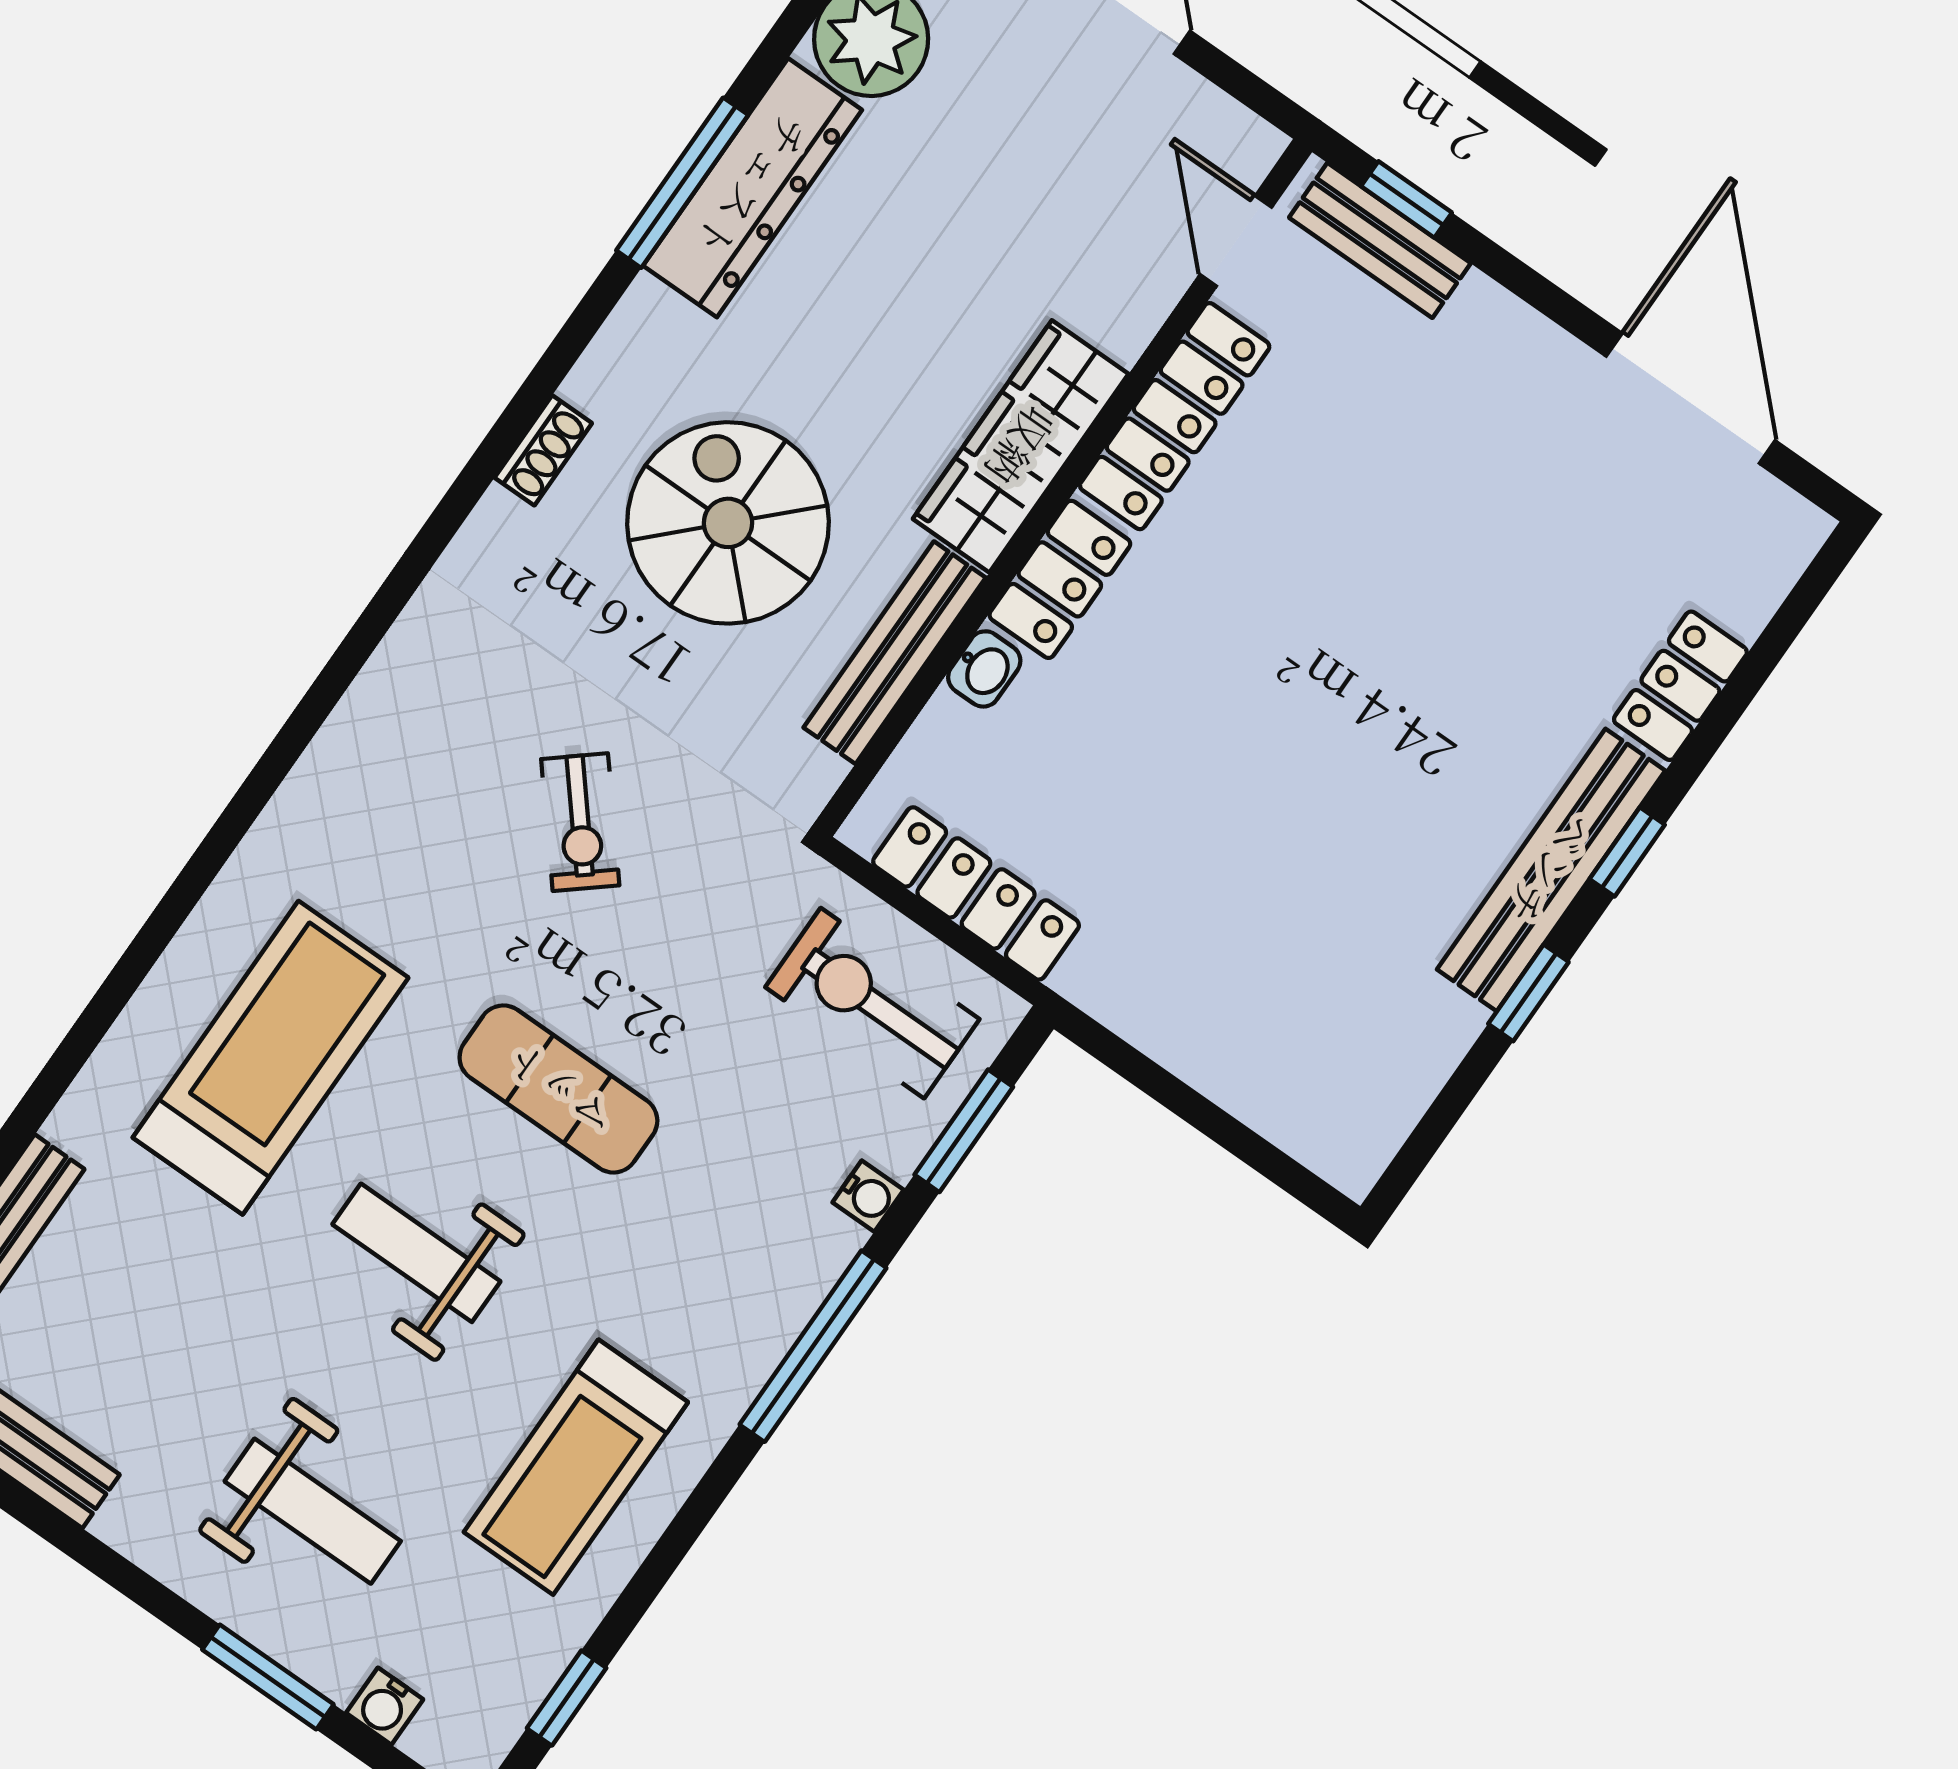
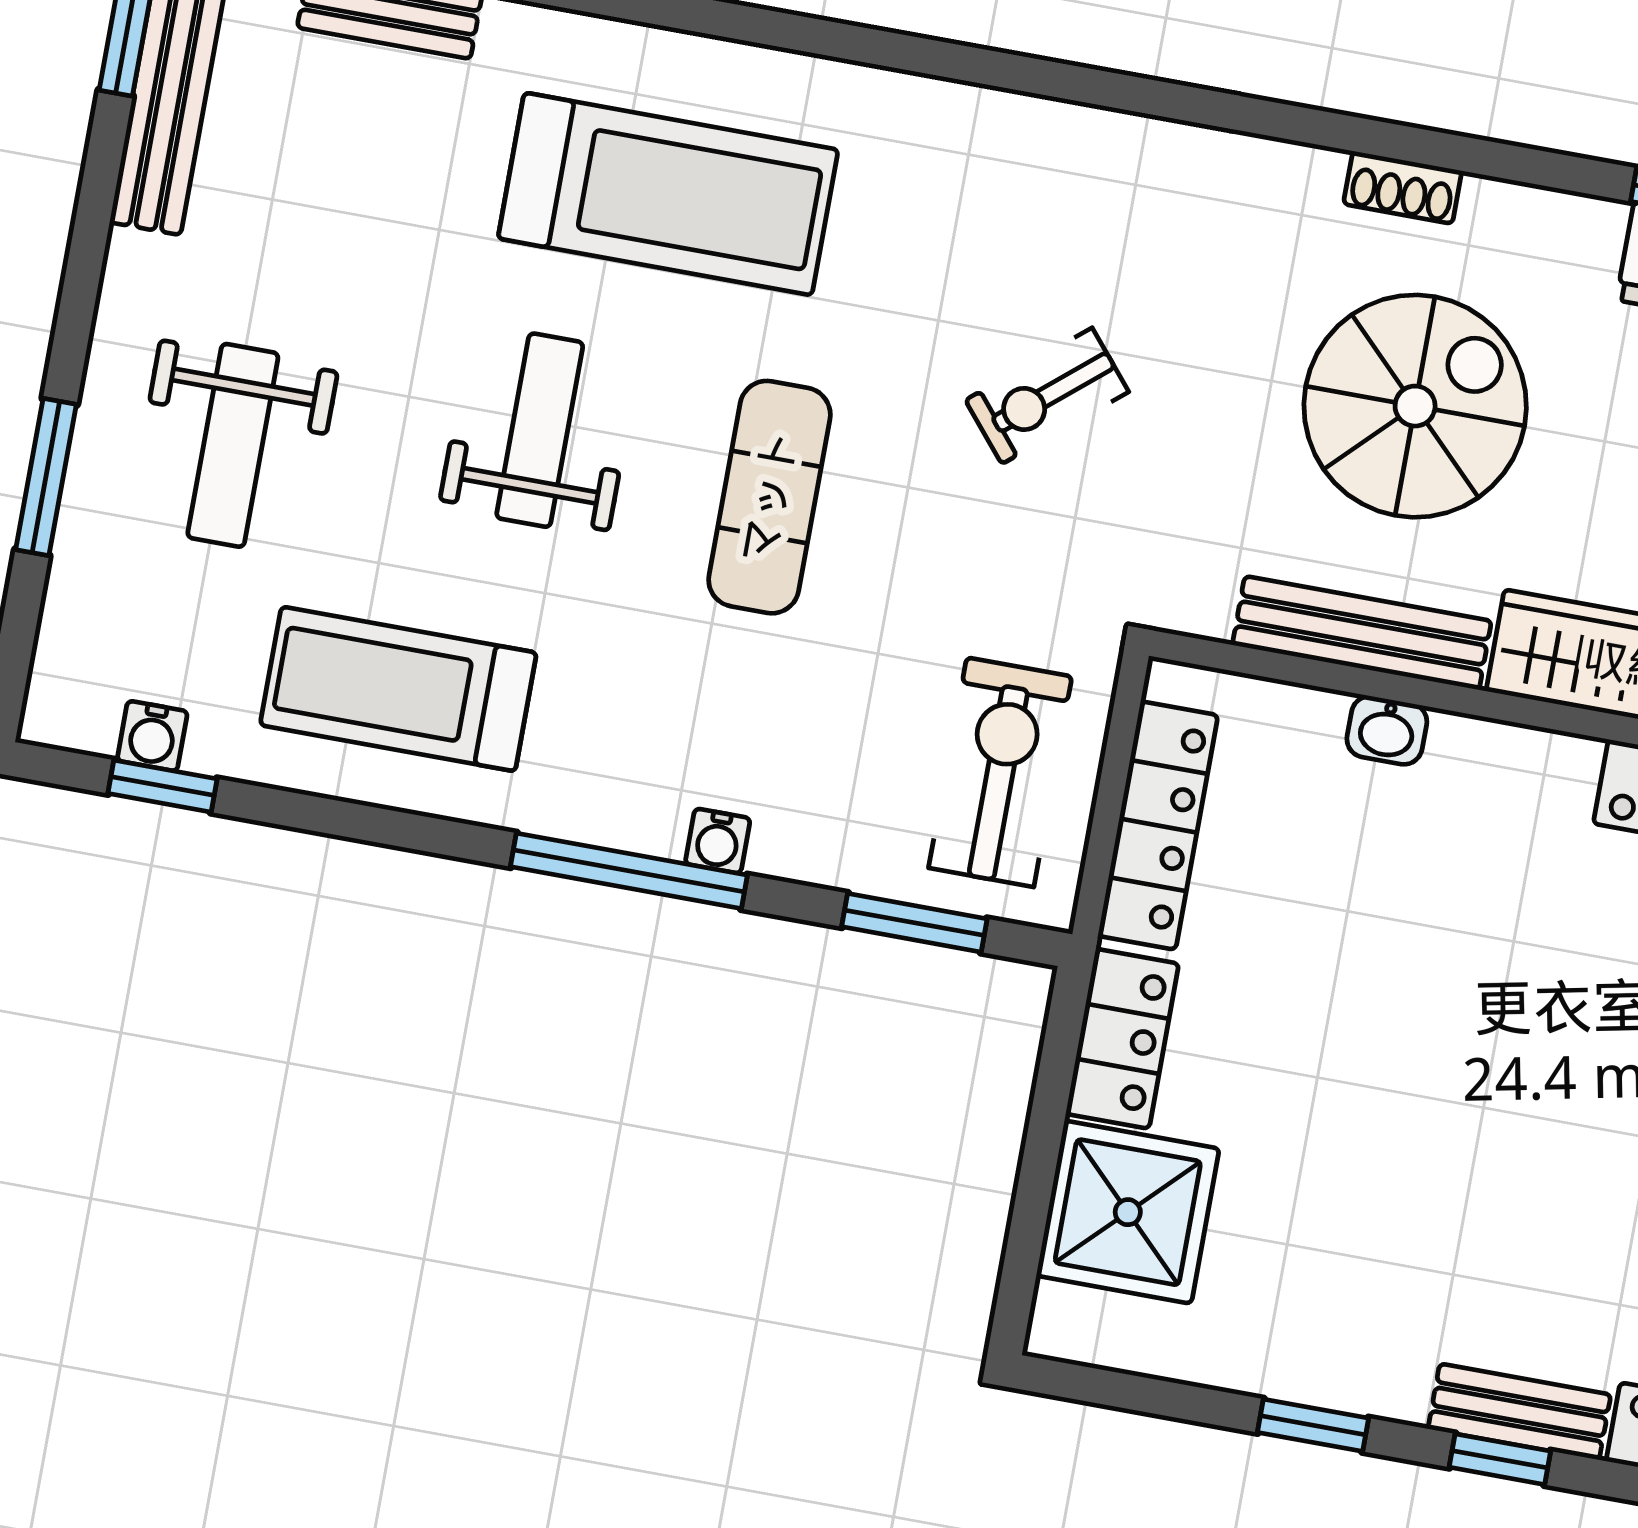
locker: (1060, 579) -> (1122, 1039), moved, turned -90
bench: (1551, 870) -> (1519, 1412), width x0.54, depth x0.82
shower: (1283, 1065) -> (1128, 1212), added
water cooler: (868, 1196) -> (718, 841), moved
water cooler: (385, 1706) -> (152, 736), moved, turned -90

